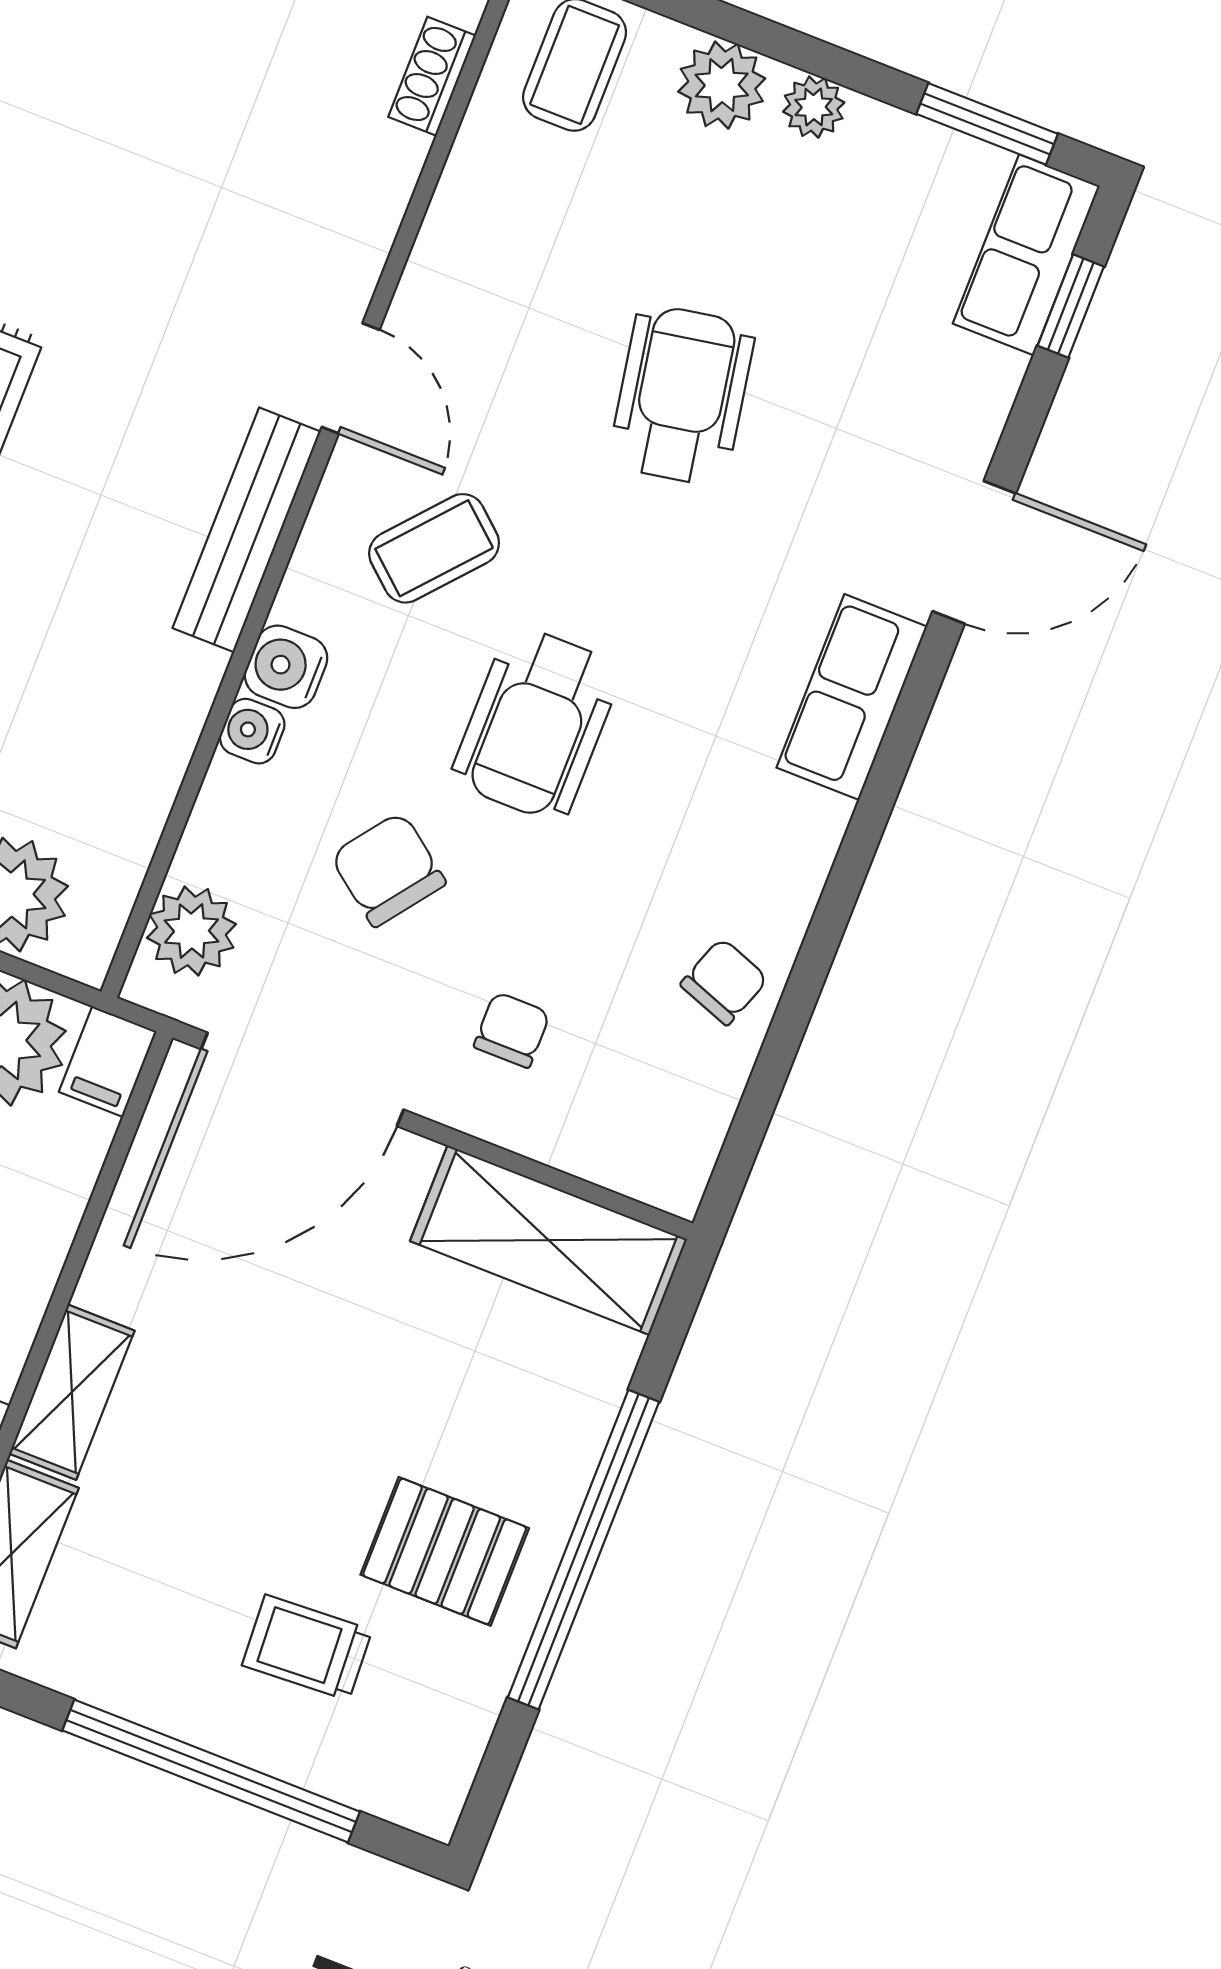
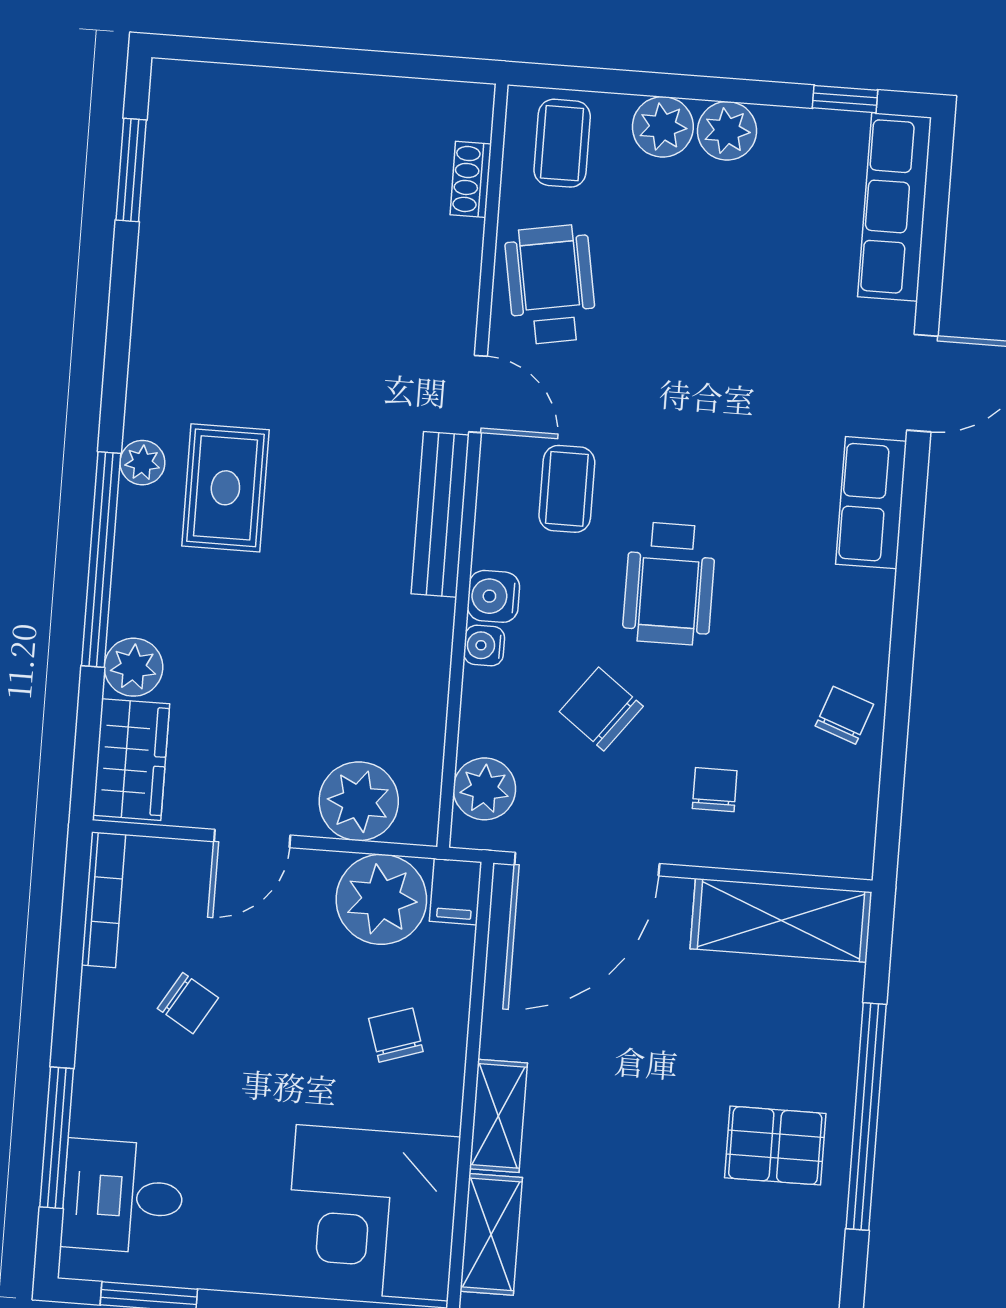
plant: (814, 107) -> (727, 131), width x1.38, depth x1.38
window: (987, 124) -> (845, 99), width x0.67
row of seats: (1026, 255) -> (895, 207), width x1.48
window: (1071, 306) -> (936, 202), removed
wheelchair: (682, 395) -> (551, 285), moved
coffee table: (434, 548) -> (567, 489), turned -41
trolley: (307, 1648) -> (704, 1236), removed

